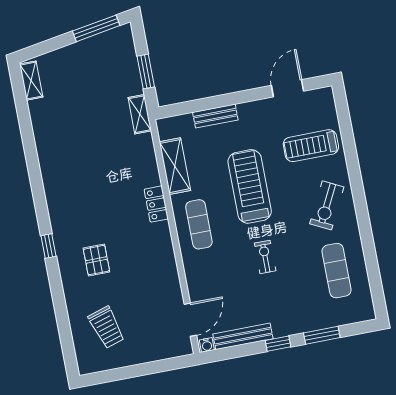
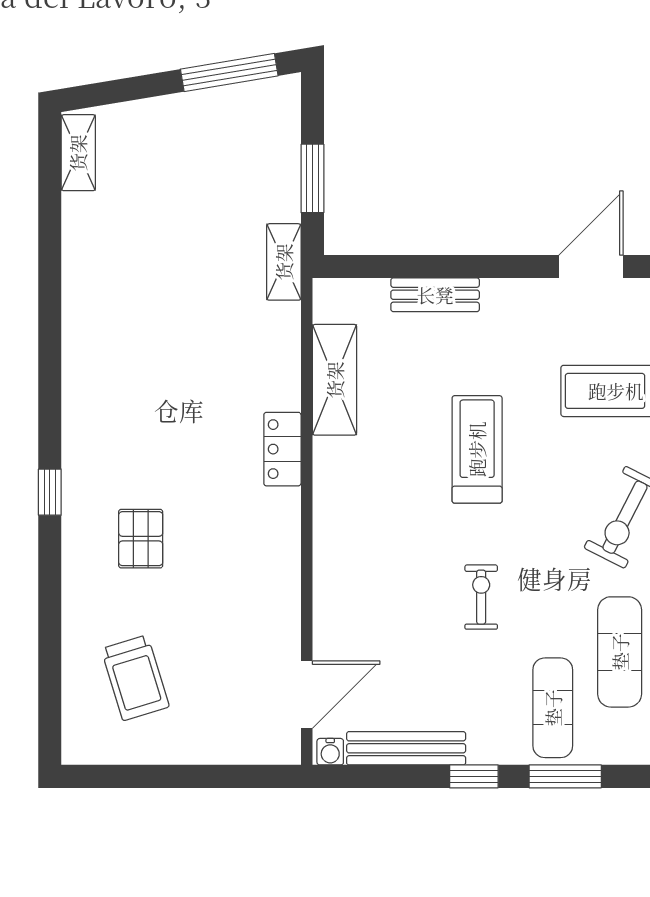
treadmill: (250, 186) -> (477, 449), width x0.73, depth x0.73
exercise mat: (199, 224) -> (553, 708), moved

